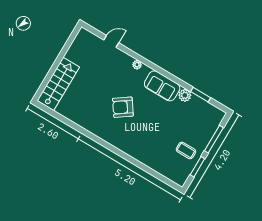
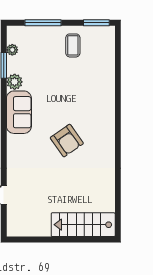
plant: (137, 65) -> (12, 50), moved
window: (197, 167) -> (96, 23), moved

